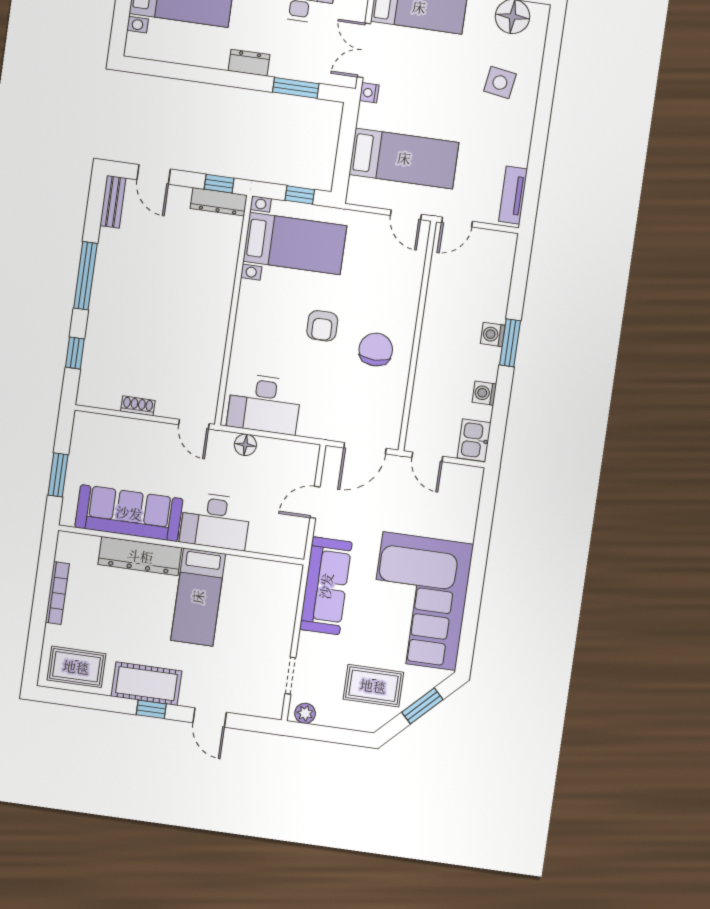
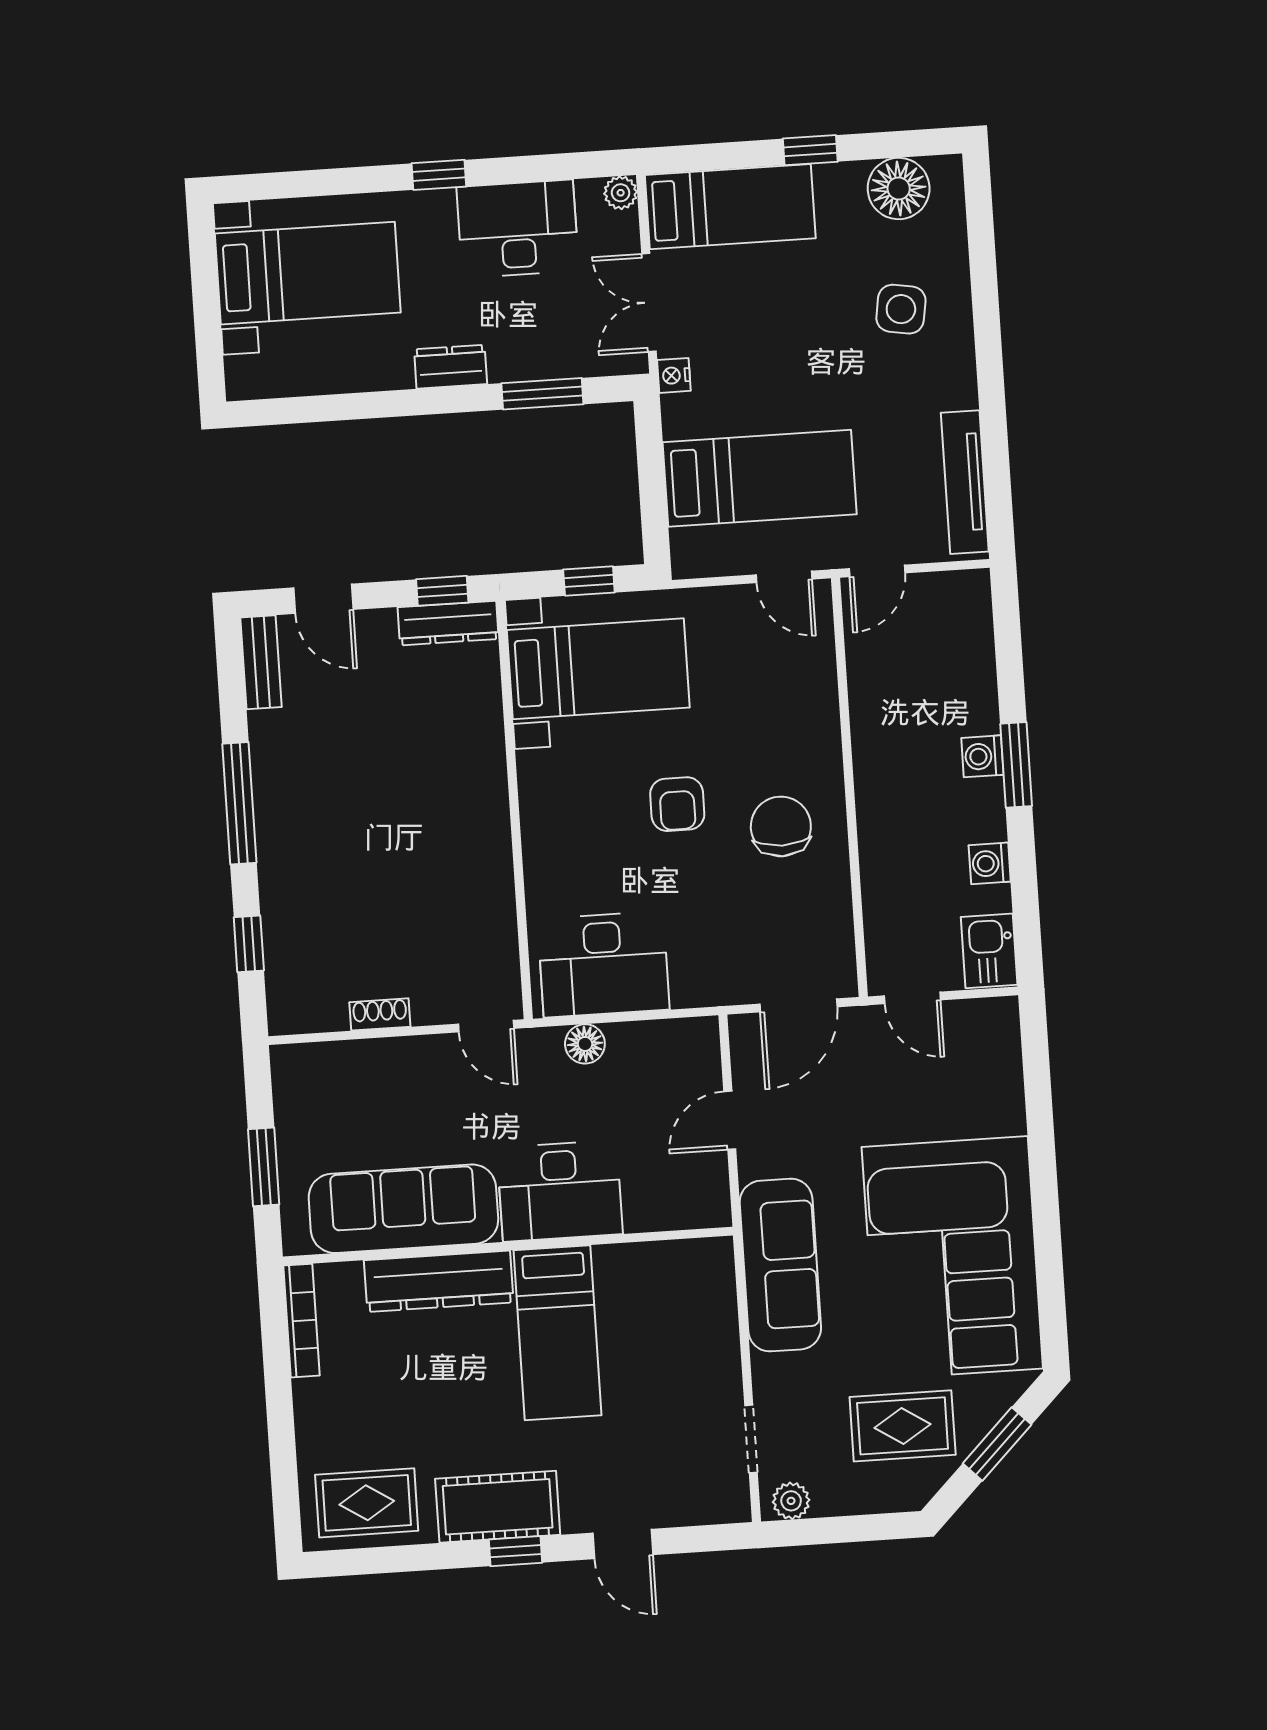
tv unit: (513, 195) -> (965, 482), width x1.41
bookcase: (57, 593) -> (302, 1321), moved

